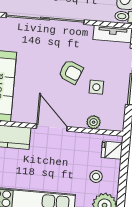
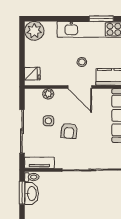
armchair: (71, 72) -> (69, 131), turned -108
stool: (96, 176) -> (82, 62), moved

